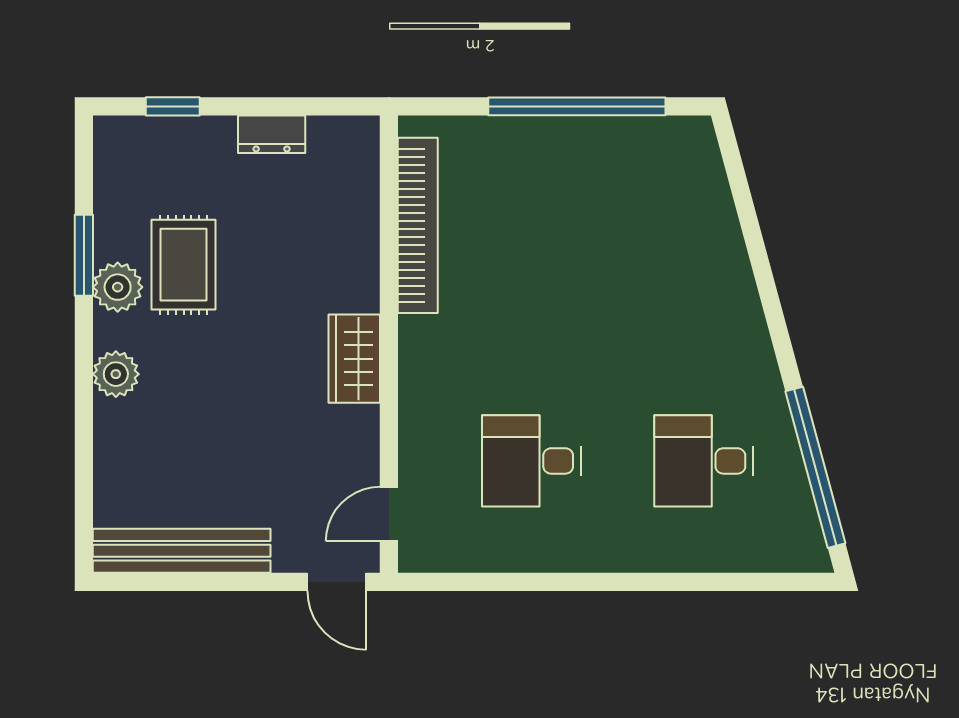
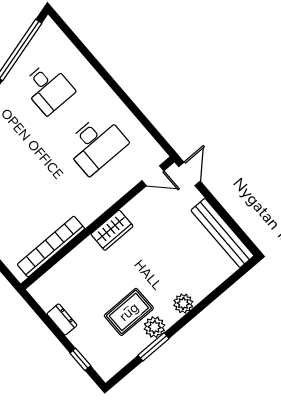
desk: (532, 461) -> (96, 144), width x1.37

